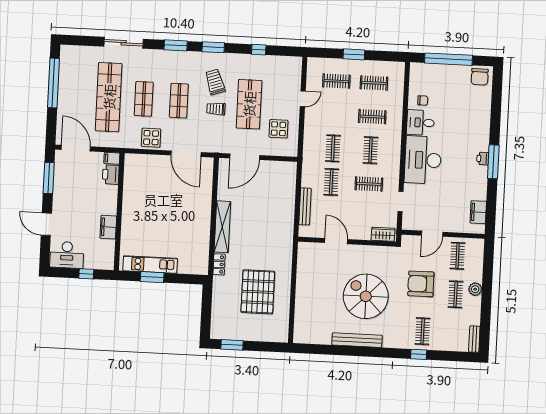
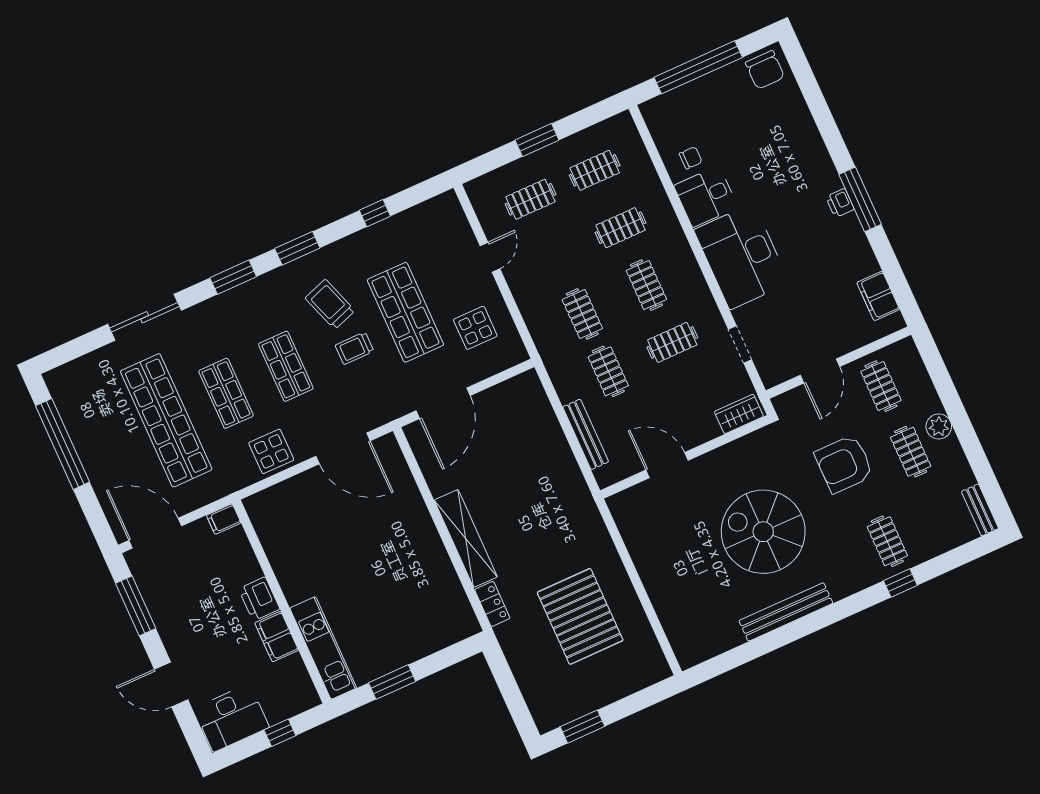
printer: (111, 175) -> (259, 599), moved
kitchen unit: (150, 264) -> (323, 648), moved, turned 90

